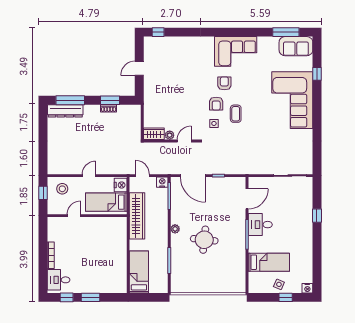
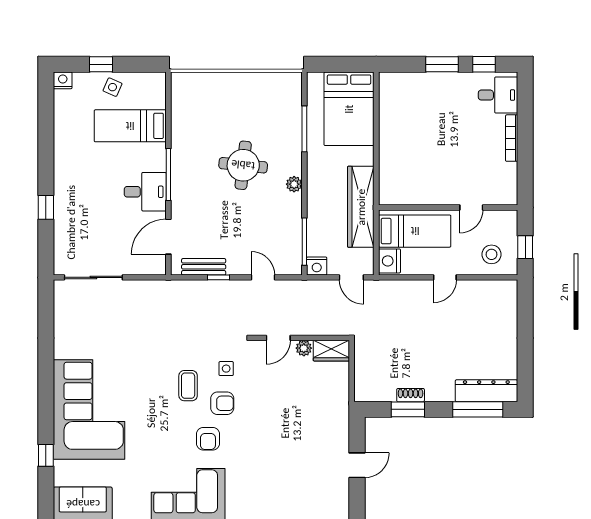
armchair: (216, 104) -> (222, 403), turned 90
door: (193, 176) -> (263, 277), width x0.53
bench: (227, 182) -> (204, 267), added
bed: (139, 272) -> (349, 109), width x1.50

